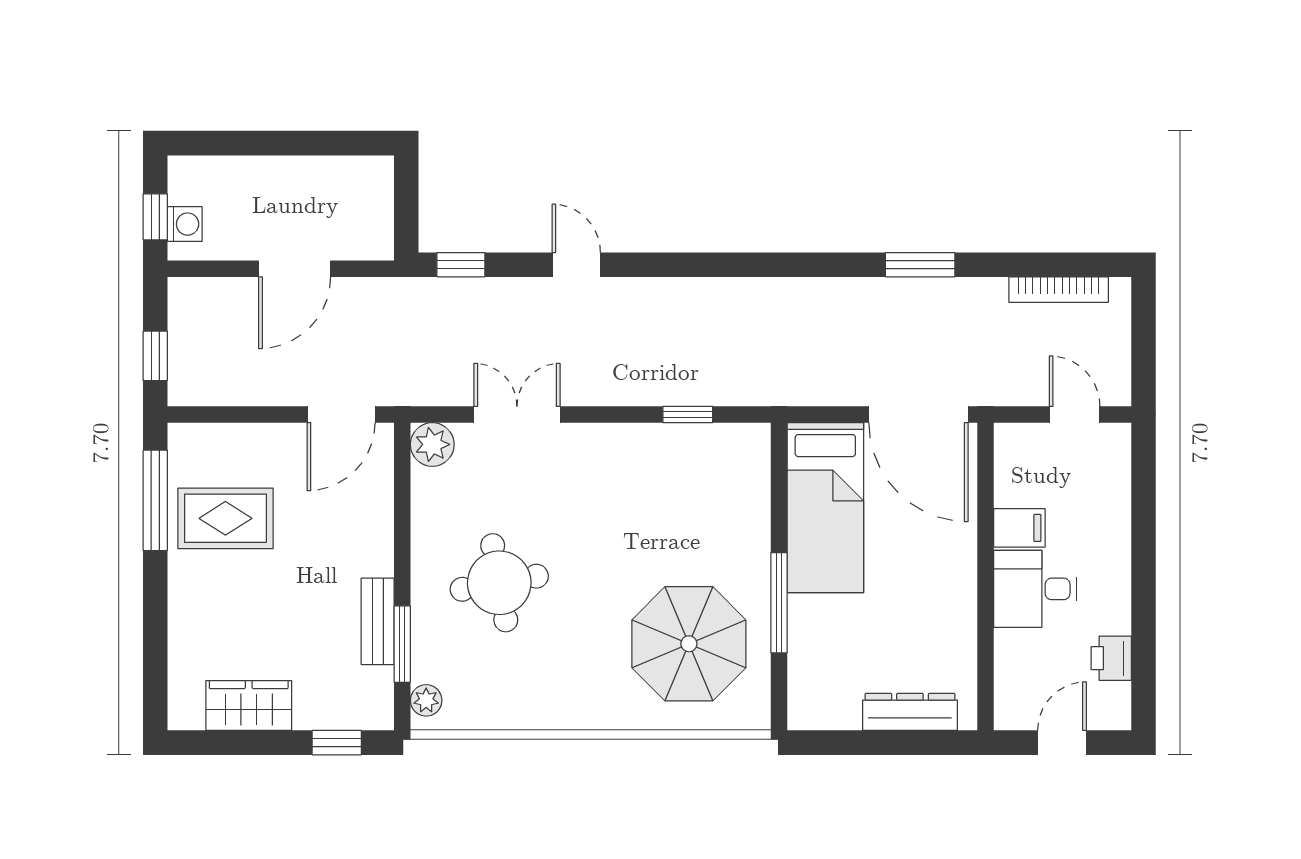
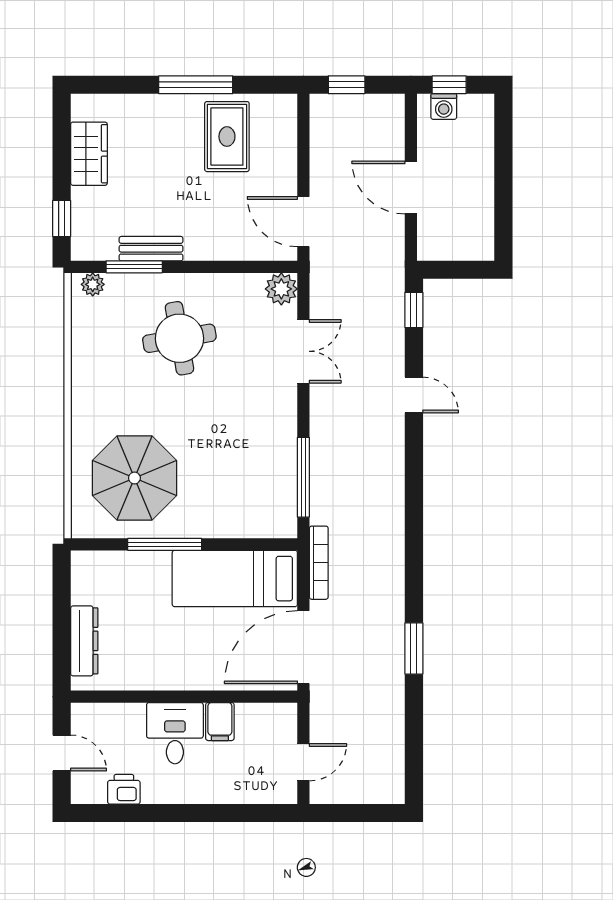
door: (576, 265) -> (414, 395), hinge flipped
bookcase: (1059, 290) -> (319, 563), moved, turned 180
window: (688, 415) -> (303, 477), width x2.17
window: (155, 500) -> (196, 85), moved

